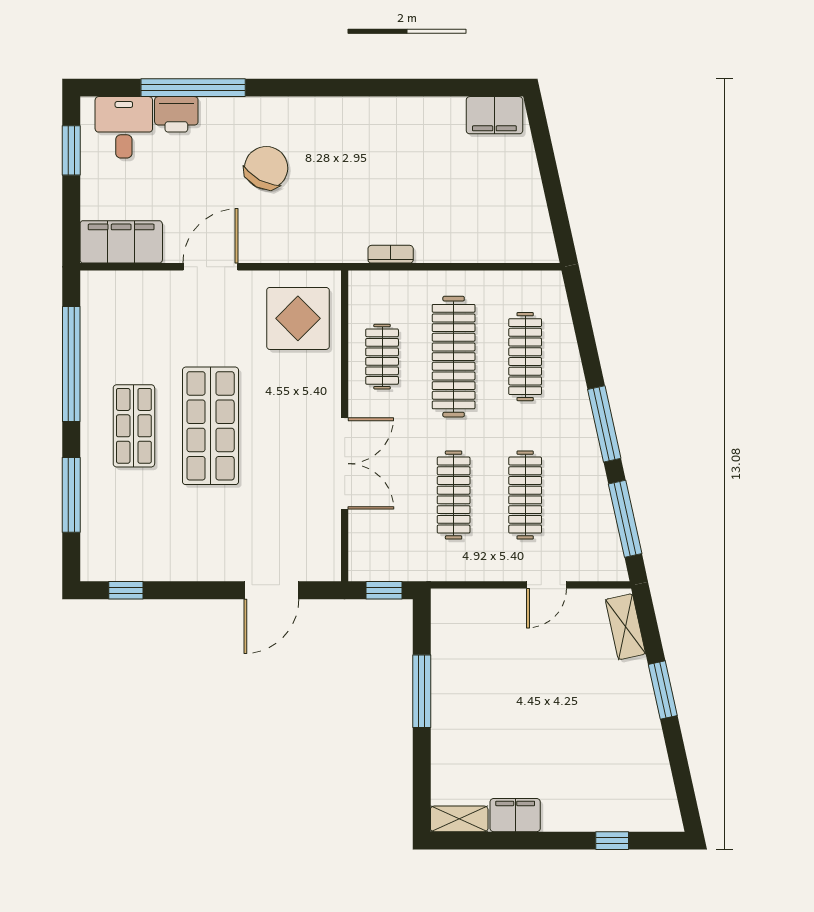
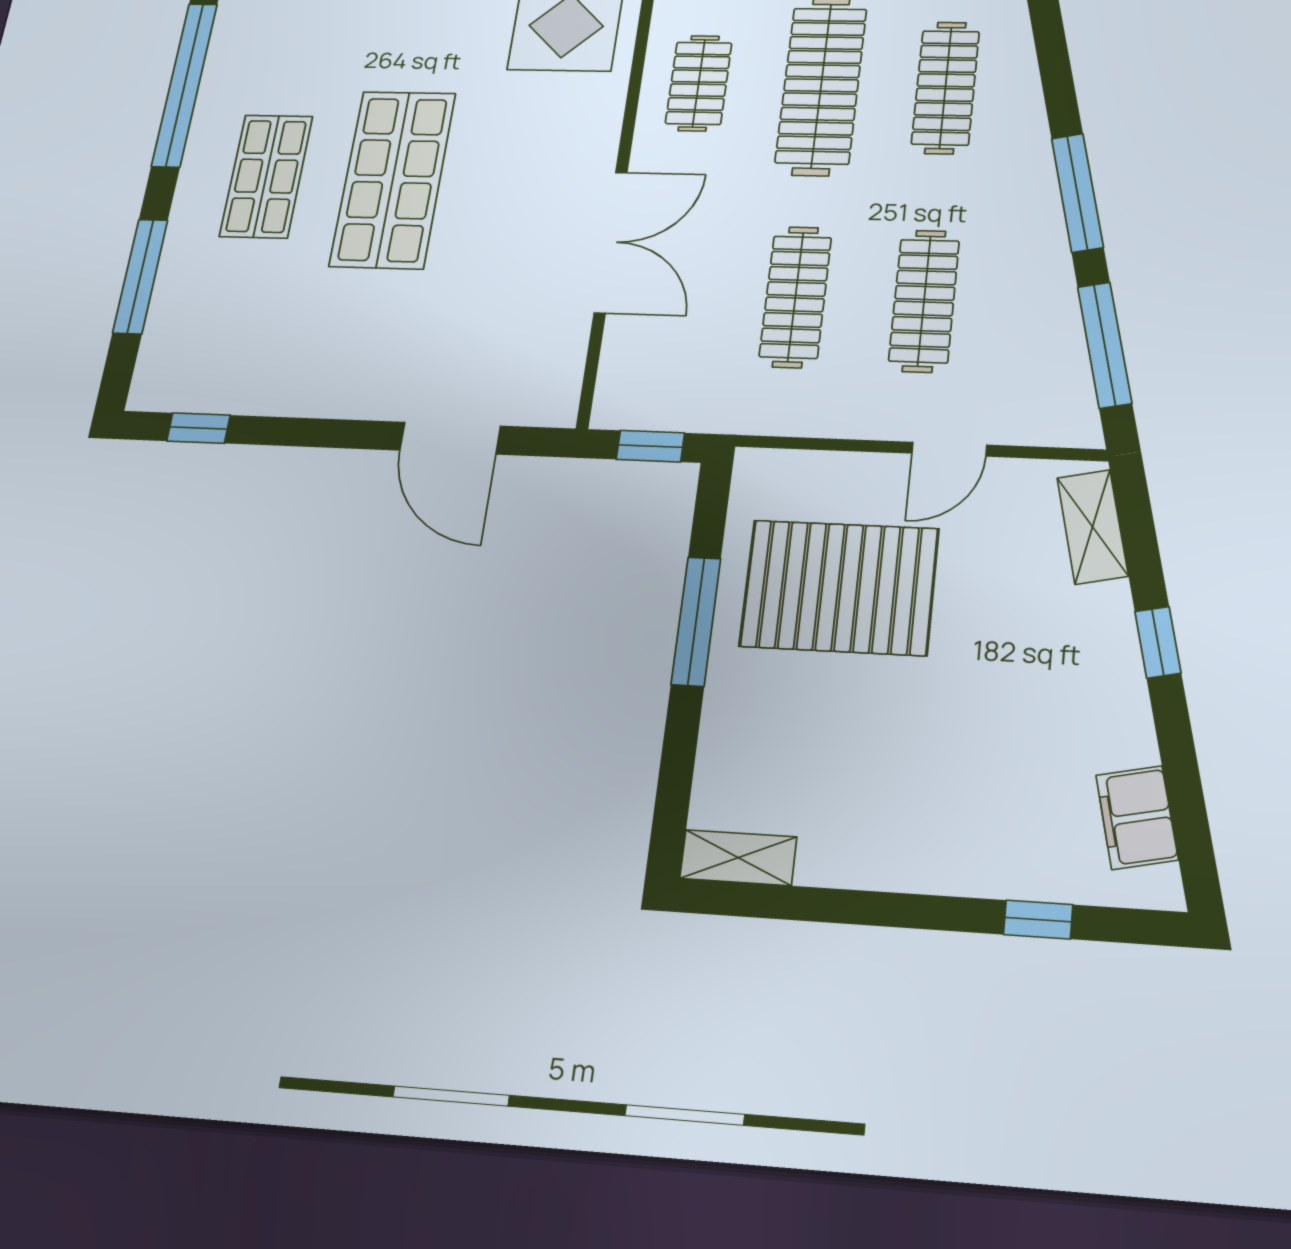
door: (271, 590) -> (450, 438), hinge flipped
pallet: (496, 668) -> (839, 587), added
window: (663, 690) -> (1158, 642), width x0.67
filing cabinet: (515, 815) -> (1137, 817), moved, turned -102

